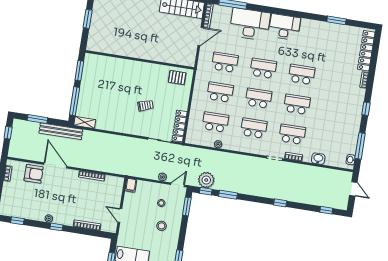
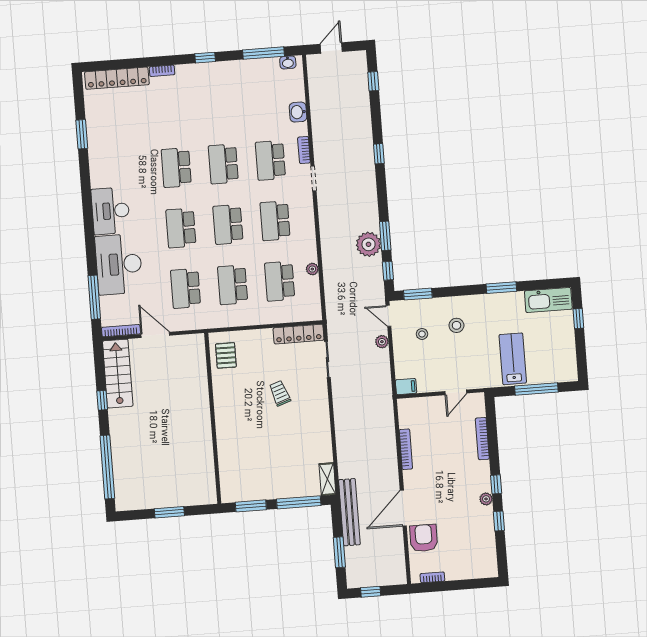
plant: (206, 180) -> (369, 244), moved
window: (17, 221) -> (499, 521), moved

